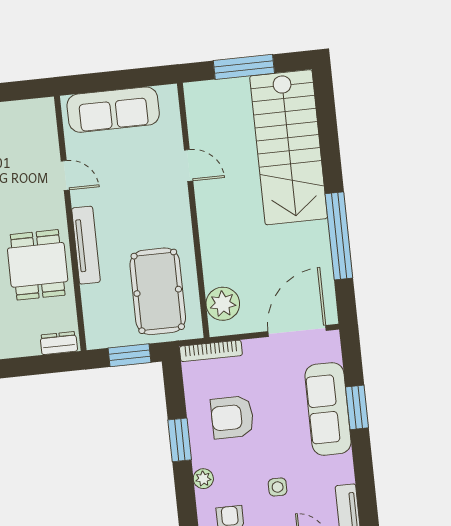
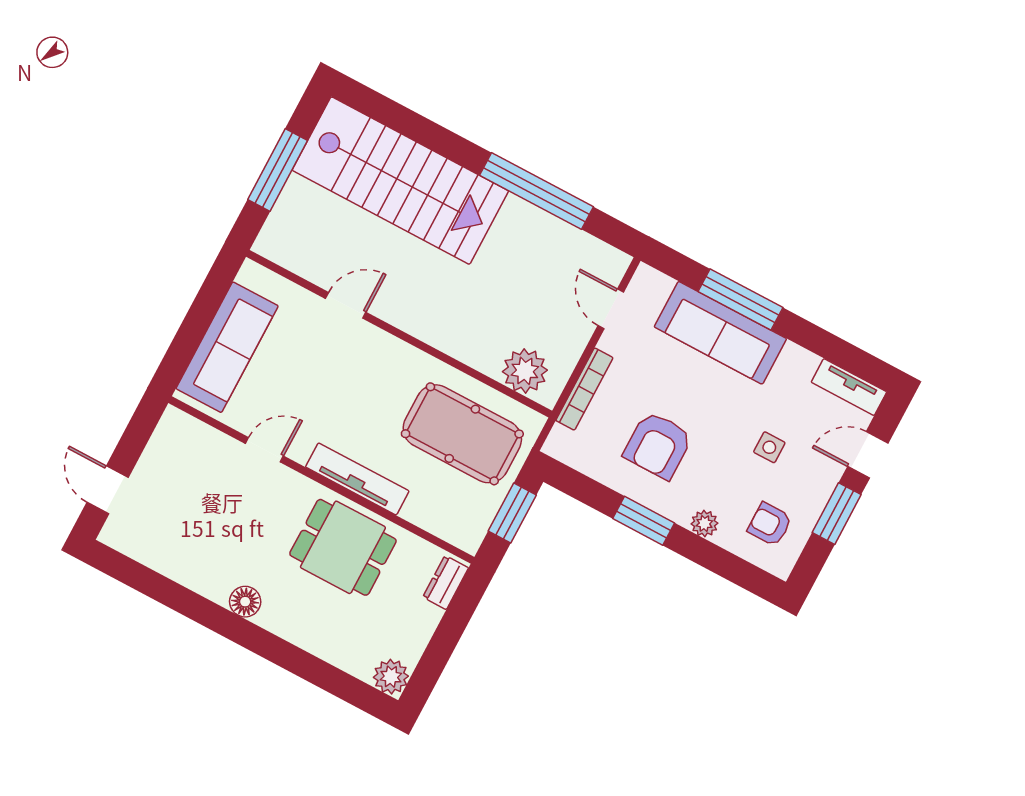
door: (297, 331) -> (611, 309), width x0.53
bookcase: (211, 351) -> (584, 389), moved
window: (357, 407) -> (740, 300), width x1.44

